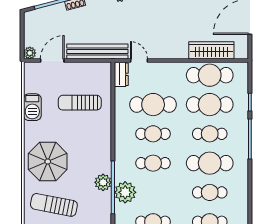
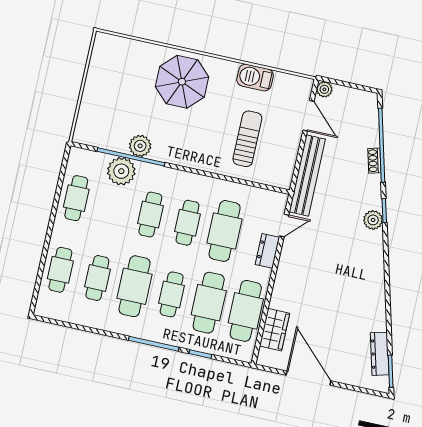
wardrobe: (211, 50) -> (275, 330), width x0.67
dresser: (121, 74) -> (267, 251), moved, turned 90
sun lounger: (54, 205) -> (125, 77), removed

